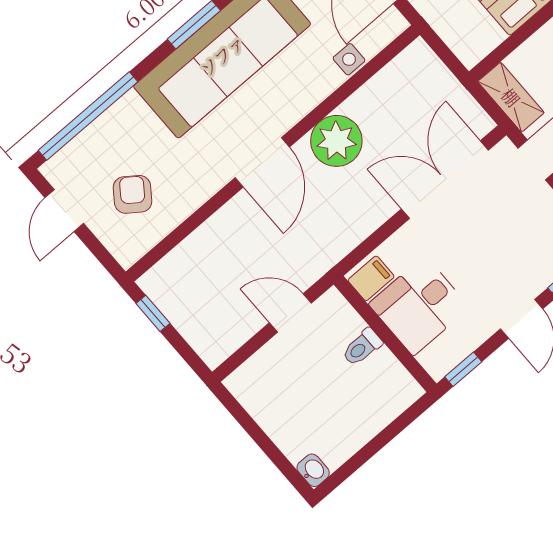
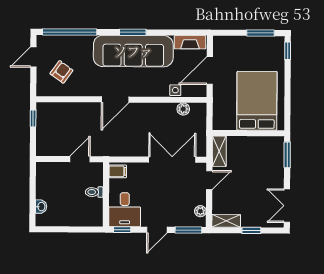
plant: (336, 141) -> (183, 109), moved, width x0.53, depth x0.53
desk: (419, 306) -> (125, 210), moved, turned -90
door: (290, 313) -> (80, 159), hinge flipped
washbasin: (313, 470) -> (41, 207), moved

